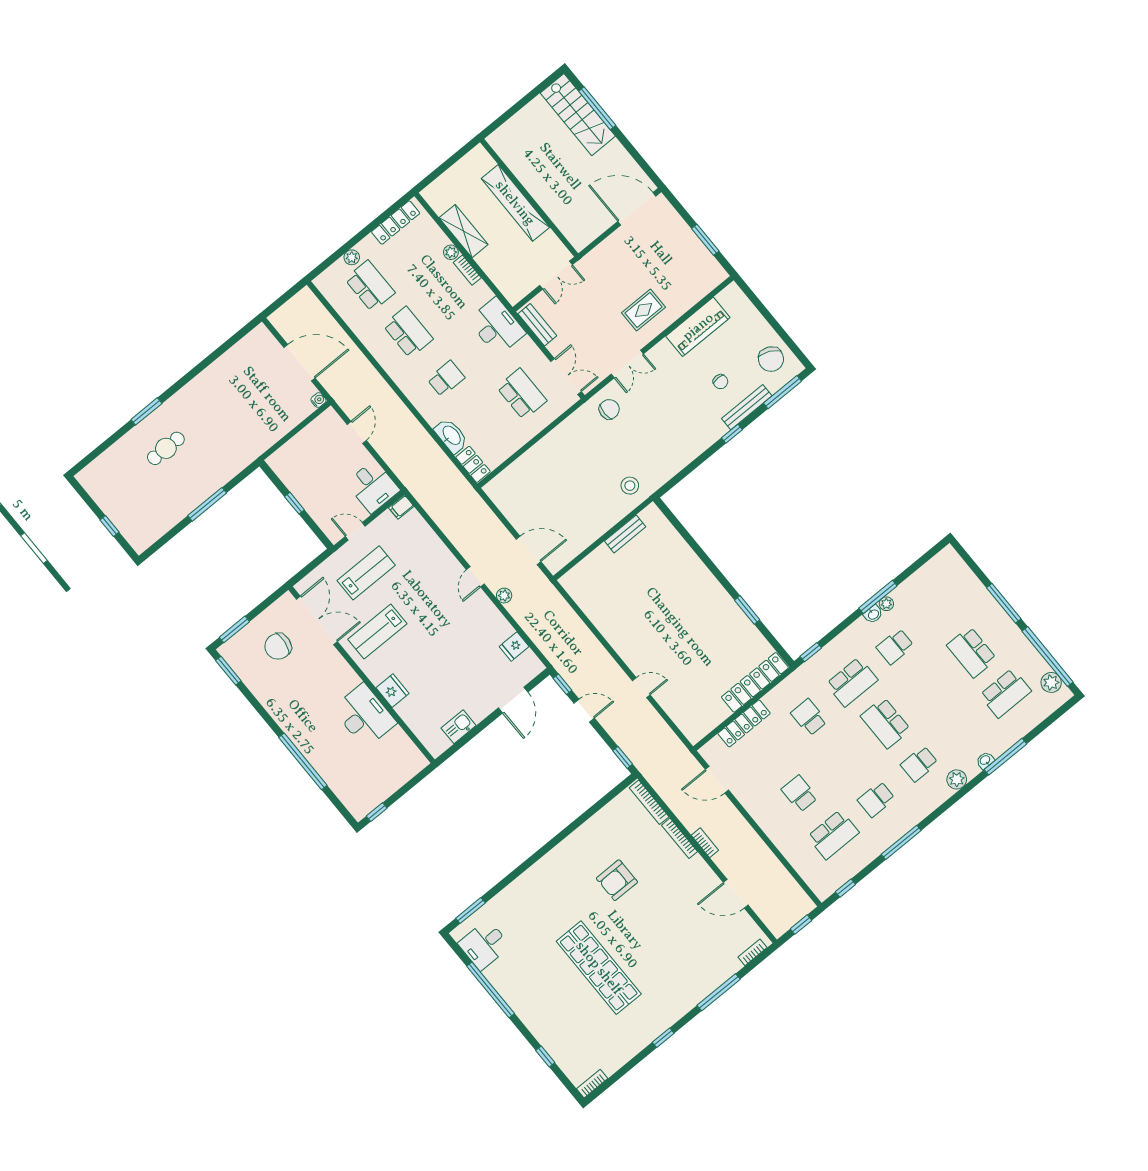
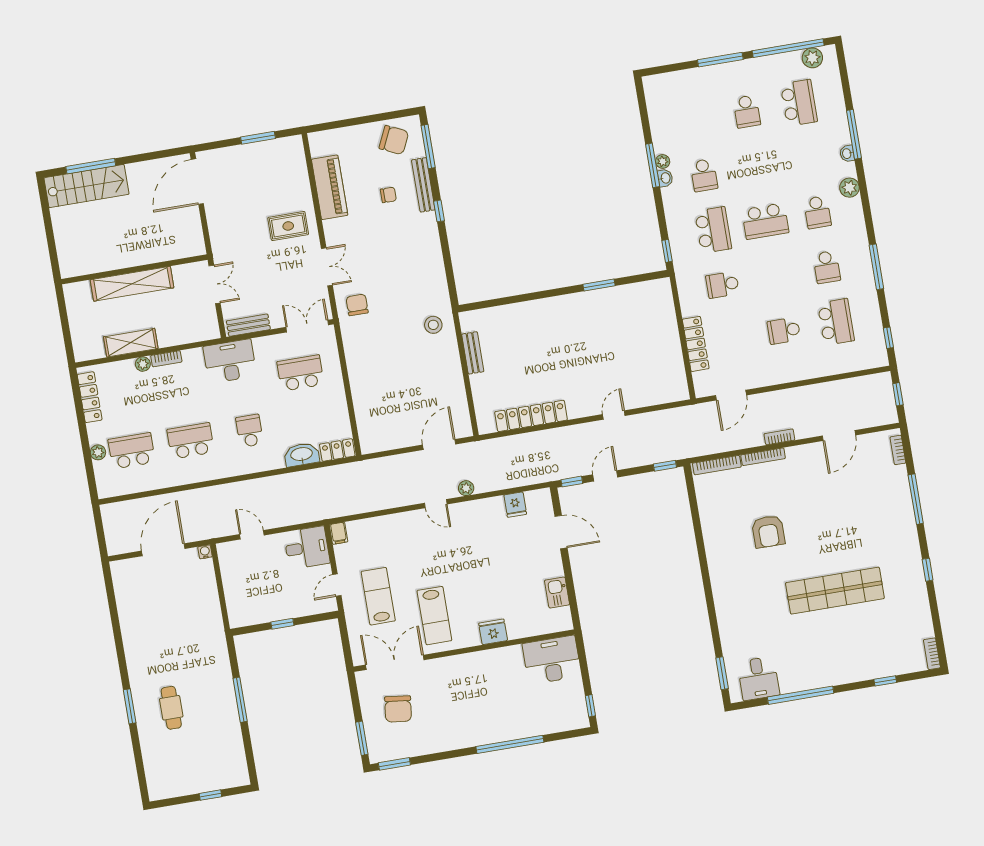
rug: (644, 310) -> (288, 226), turned 90
school desk: (972, 652) -> (747, 112), width x0.54
locker: (755, 682) -> (531, 416), moved, turned 90
desk: (364, 716) -> (552, 660), moved

